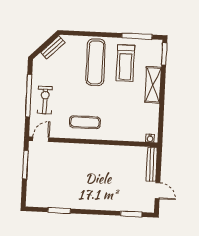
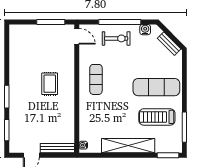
water cooler: (38, 71) -> (145, 30), added
shelving: (153, 85) -> (128, 146), width x1.47
rug: (87, 169) -> (50, 84), added
window: (59, 210) -> (7, 97), moved

